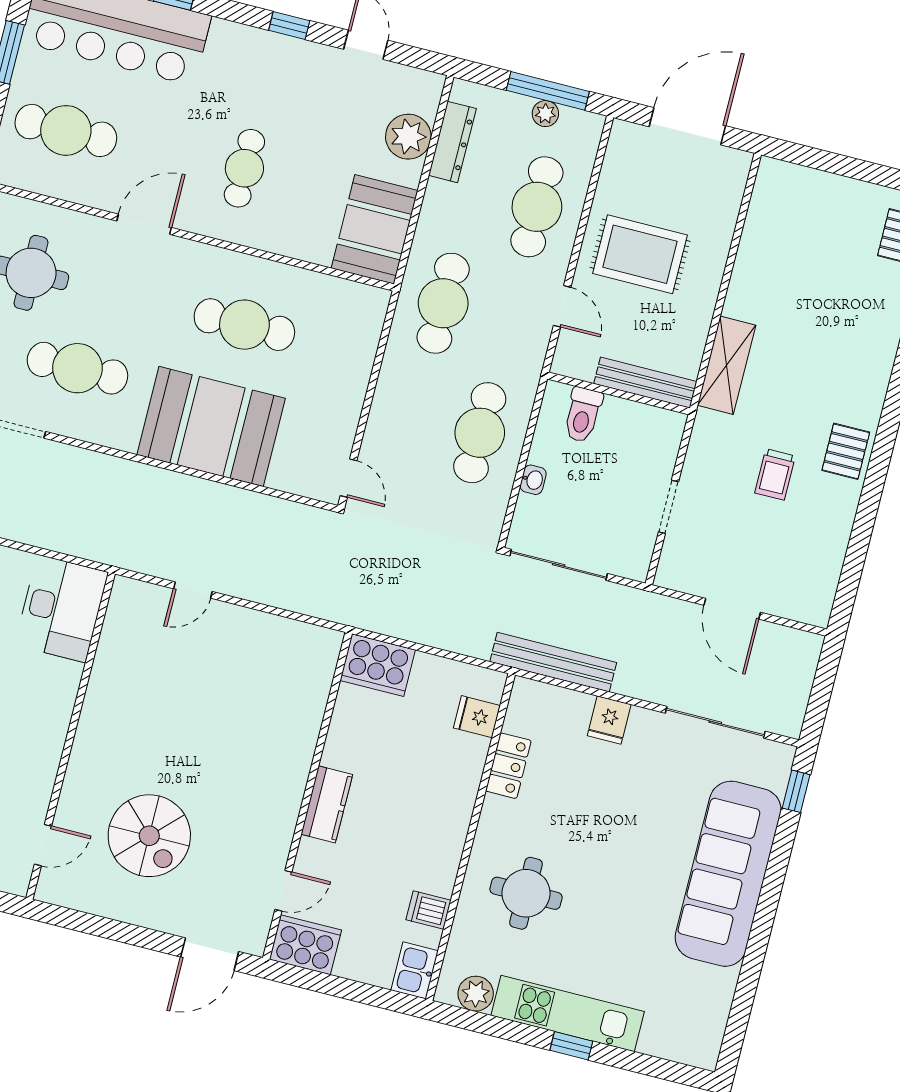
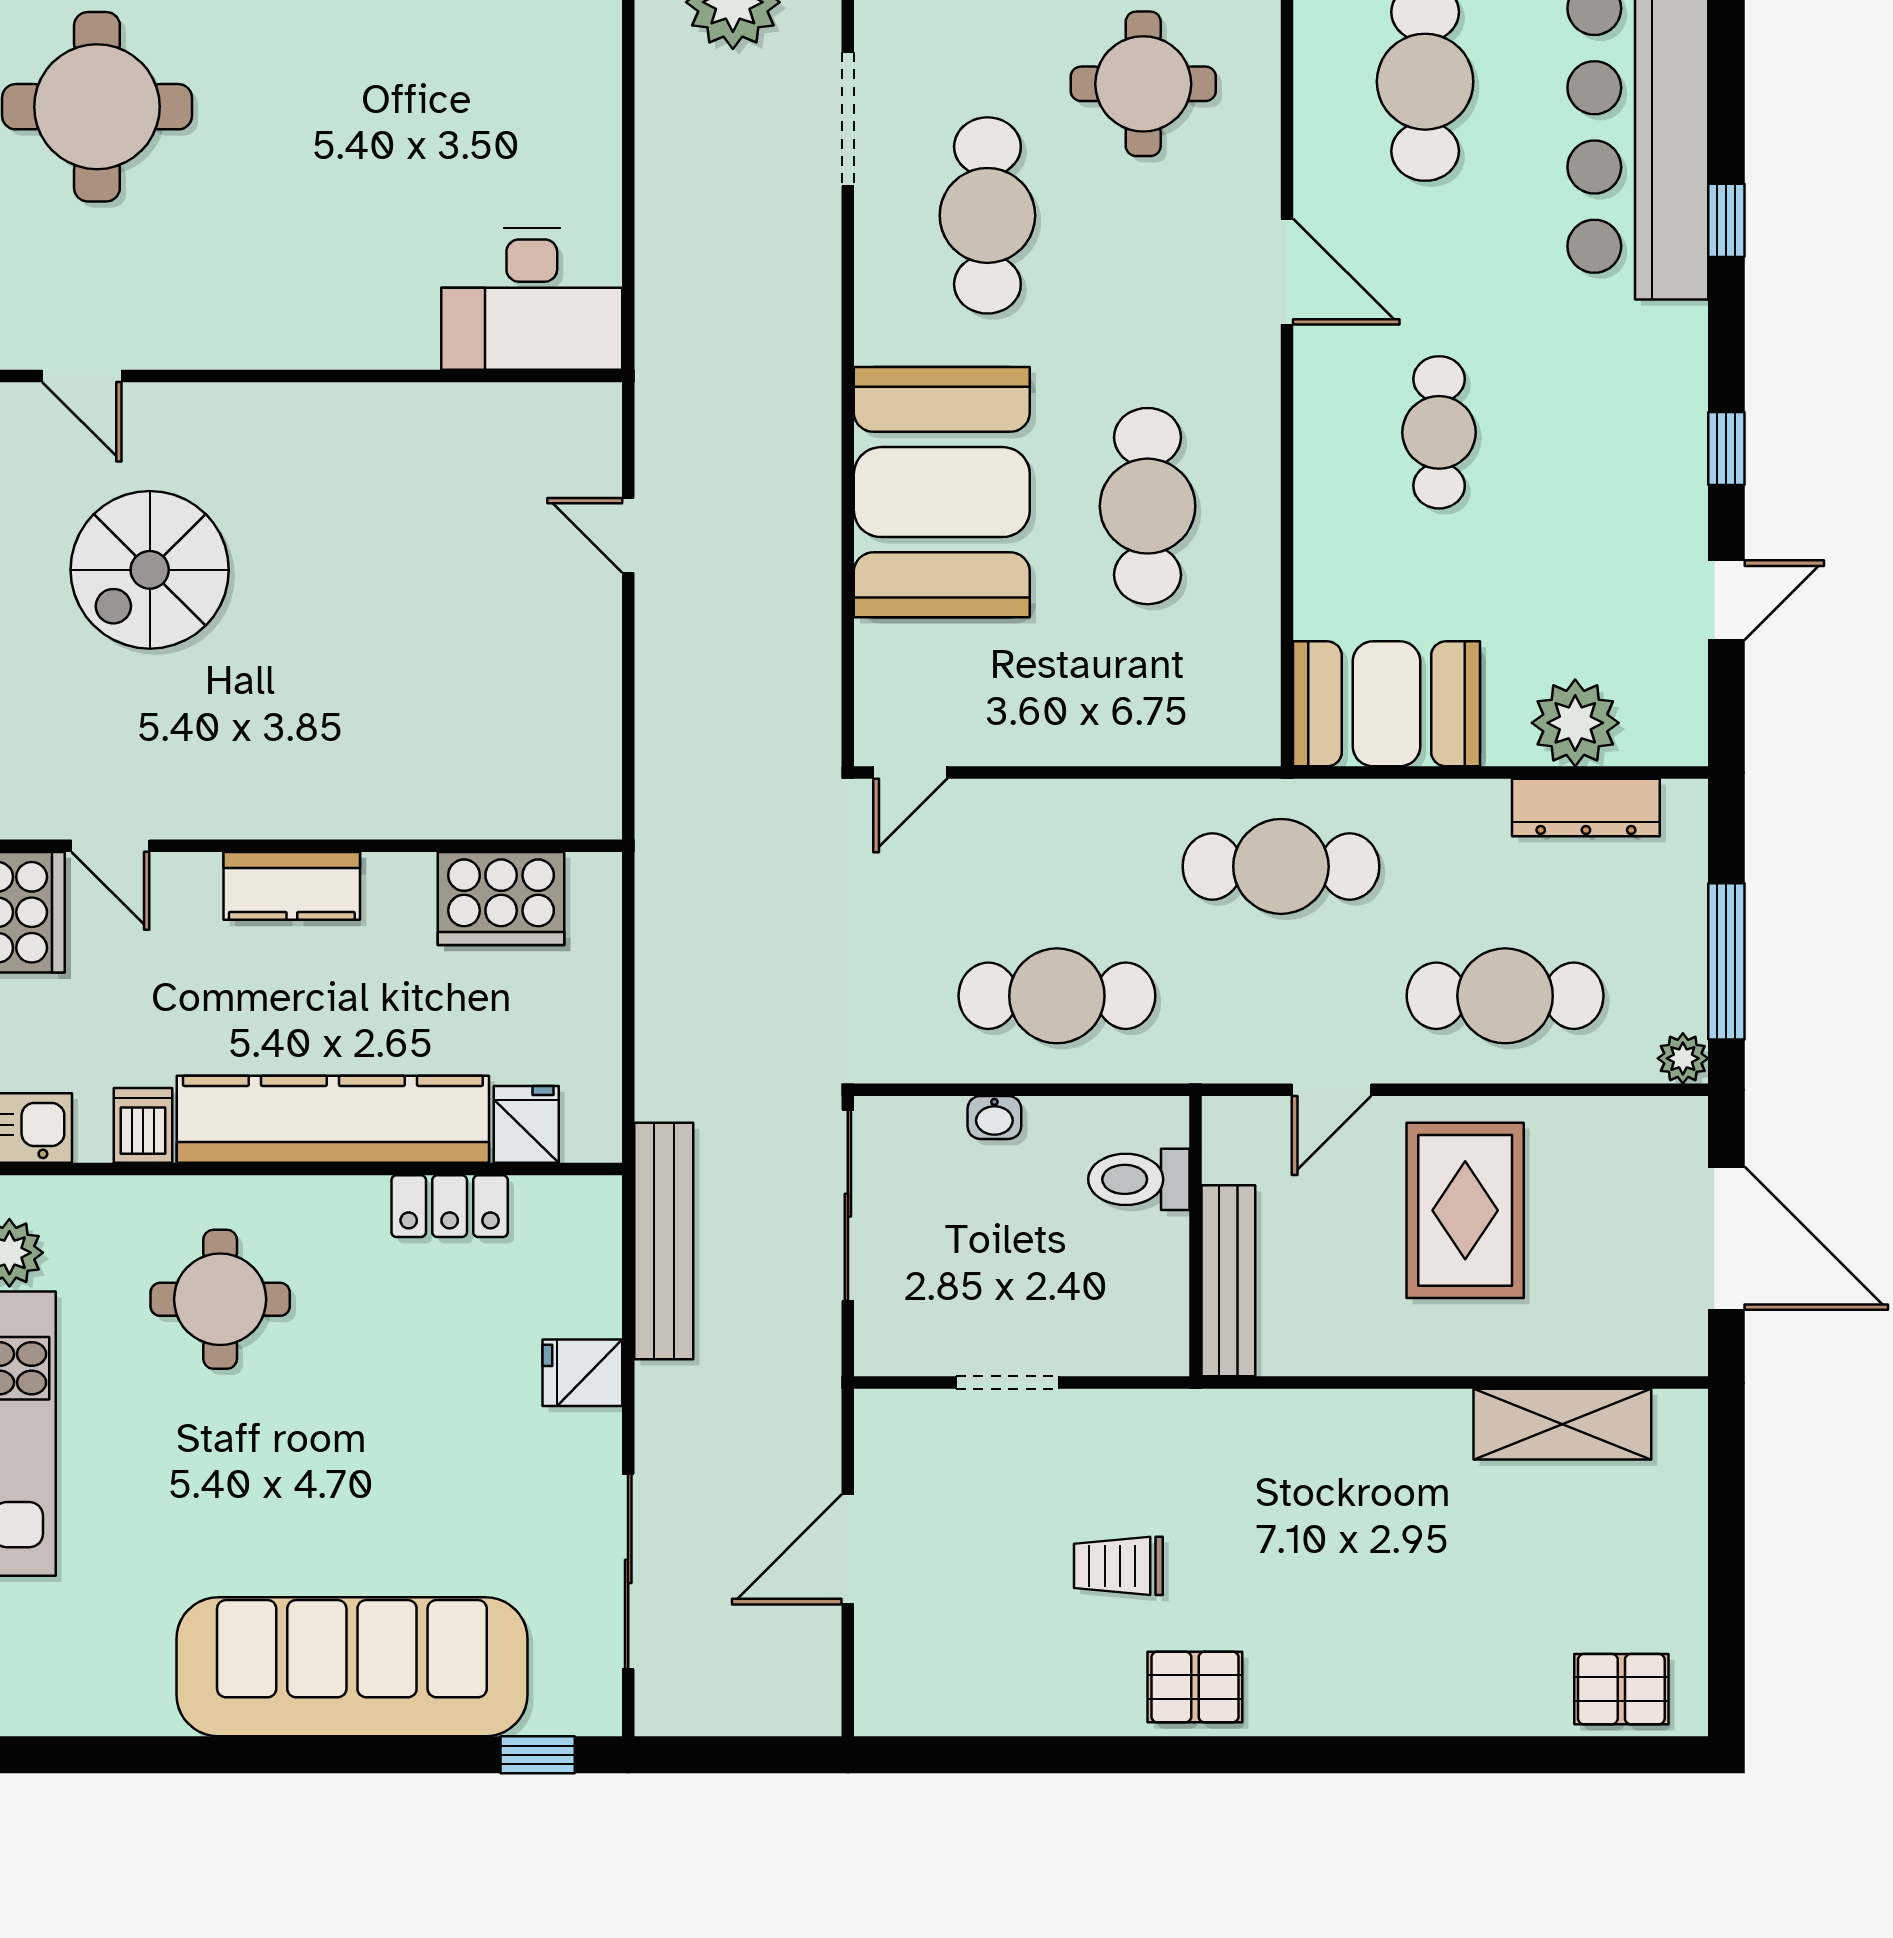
plant: (545, 114) -> (1683, 1058), moved
cafe table: (244, 168) -> (1439, 432), turned 90
shelving: (727, 365) -> (1562, 1424), moved
cooker: (378, 665) -> (501, 898), moved, turned -90
kitchen counter: (450, 813) -> (333, 1119), added

